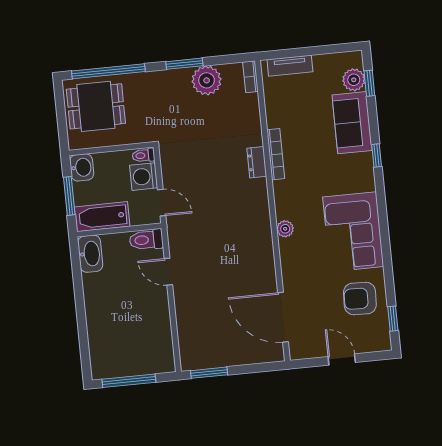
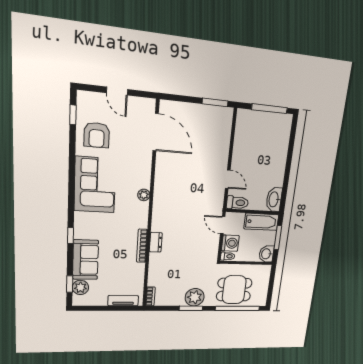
plant: (207, 80) -> (195, 297), moved
dining table: (96, 106) -> (234, 290), moved
armchair: (360, 298) -> (97, 135), turned 88

